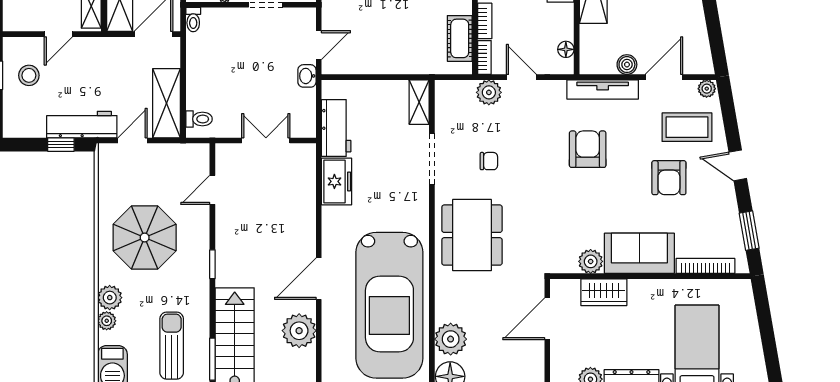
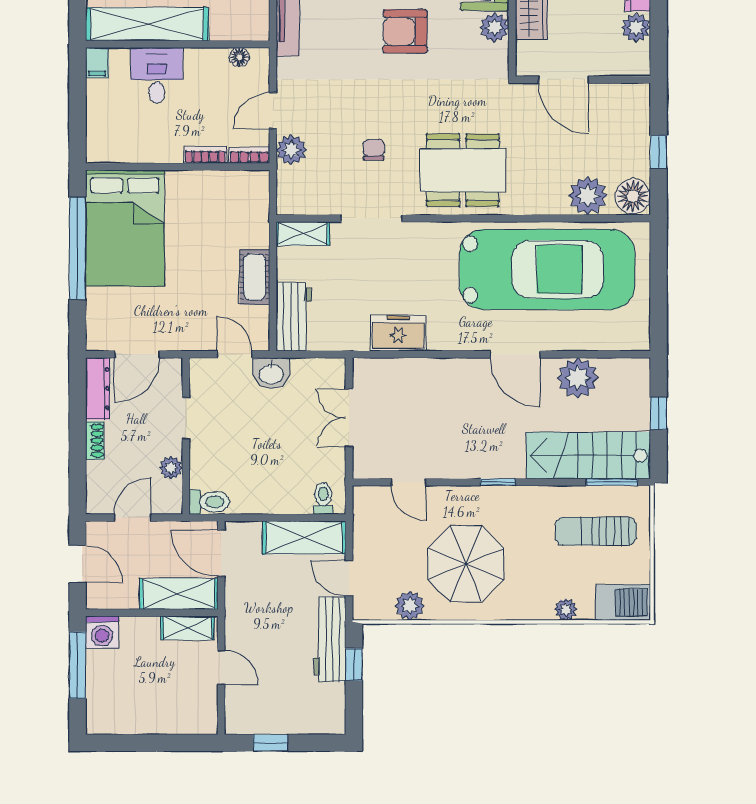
toilet: (193, 20) -> (209, 502), width x1.37, depth x1.39
cot: (460, 38) -> (255, 277), moved, turned 90
stool: (29, 75) -> (271, 703), removed
washbasin: (307, 76) -> (271, 373), width x1.38, depth x1.45
workbench: (336, 128) -> (294, 317), moved, turned 90
armchair: (588, 149) -> (405, 31), moved
plant: (110, 298) -> (410, 606), moved

